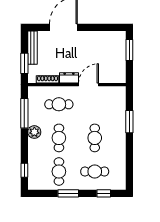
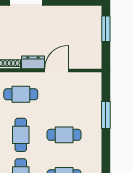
cafe table: (95, 138) -> (64, 135), turned 90

